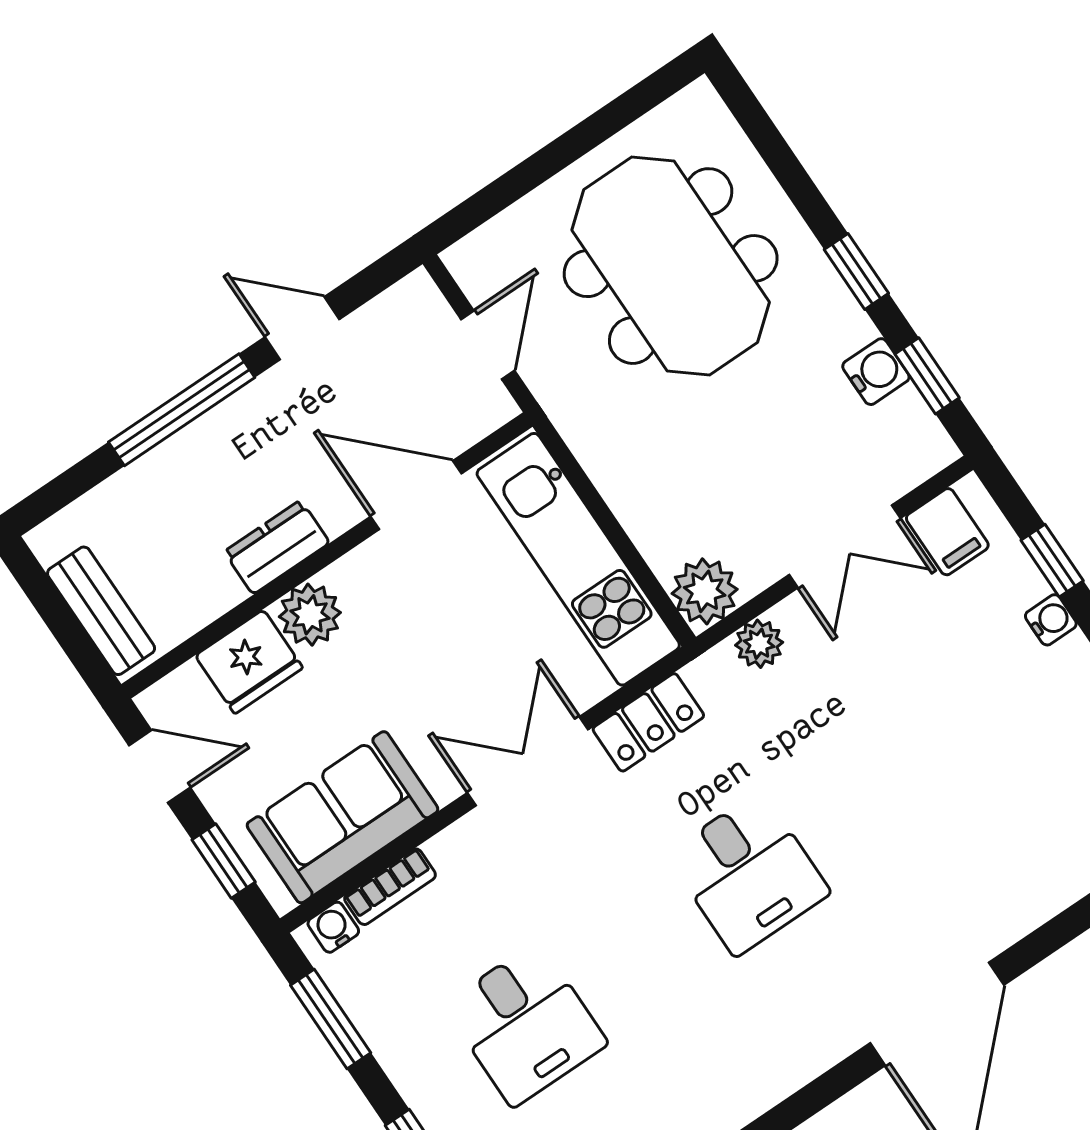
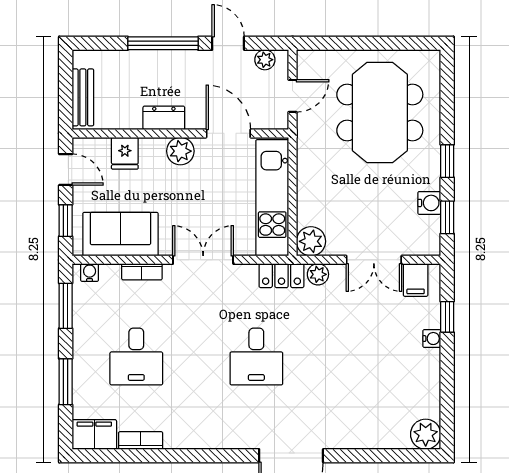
plant: (391, 313) -> (265, 60), added
plant: (310, 615) -> (180, 151), moved
fridge: (249, 662) -> (125, 153), width x0.72
locker: (648, 722) -> (281, 276), moved
bookcase: (390, 887) -> (142, 272), moved

